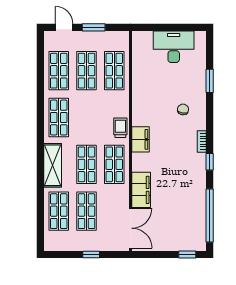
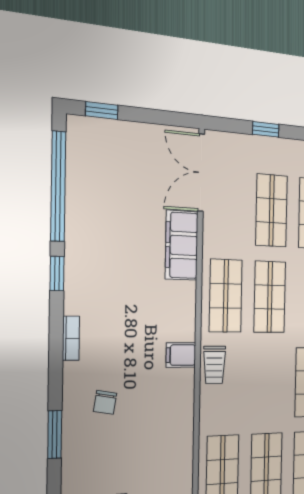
window: (210, 81) -> (55, 434), moved
filing cabinet: (140, 139) -> (181, 355), width x0.50
window: (210, 162) -> (57, 274), moved

